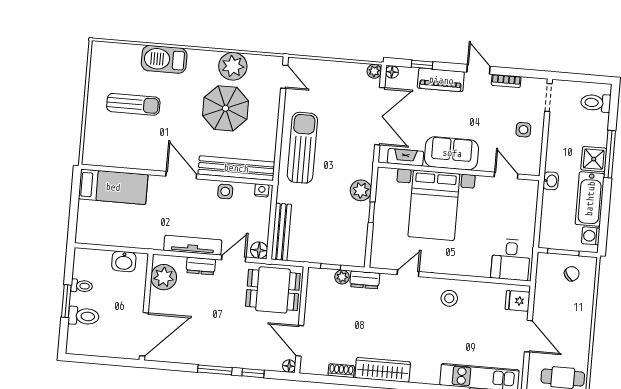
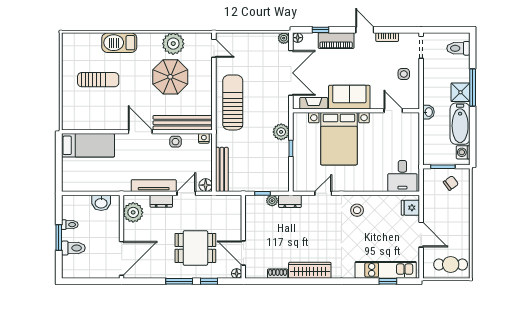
dining table: (273, 290) -> (195, 248), moved

